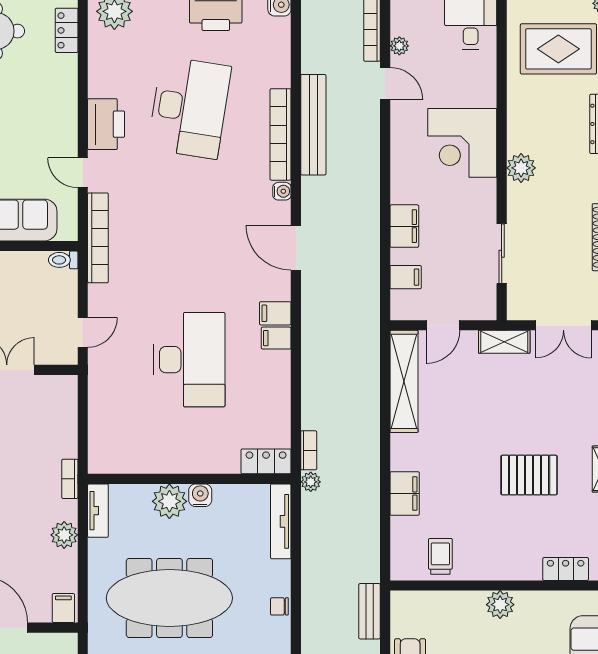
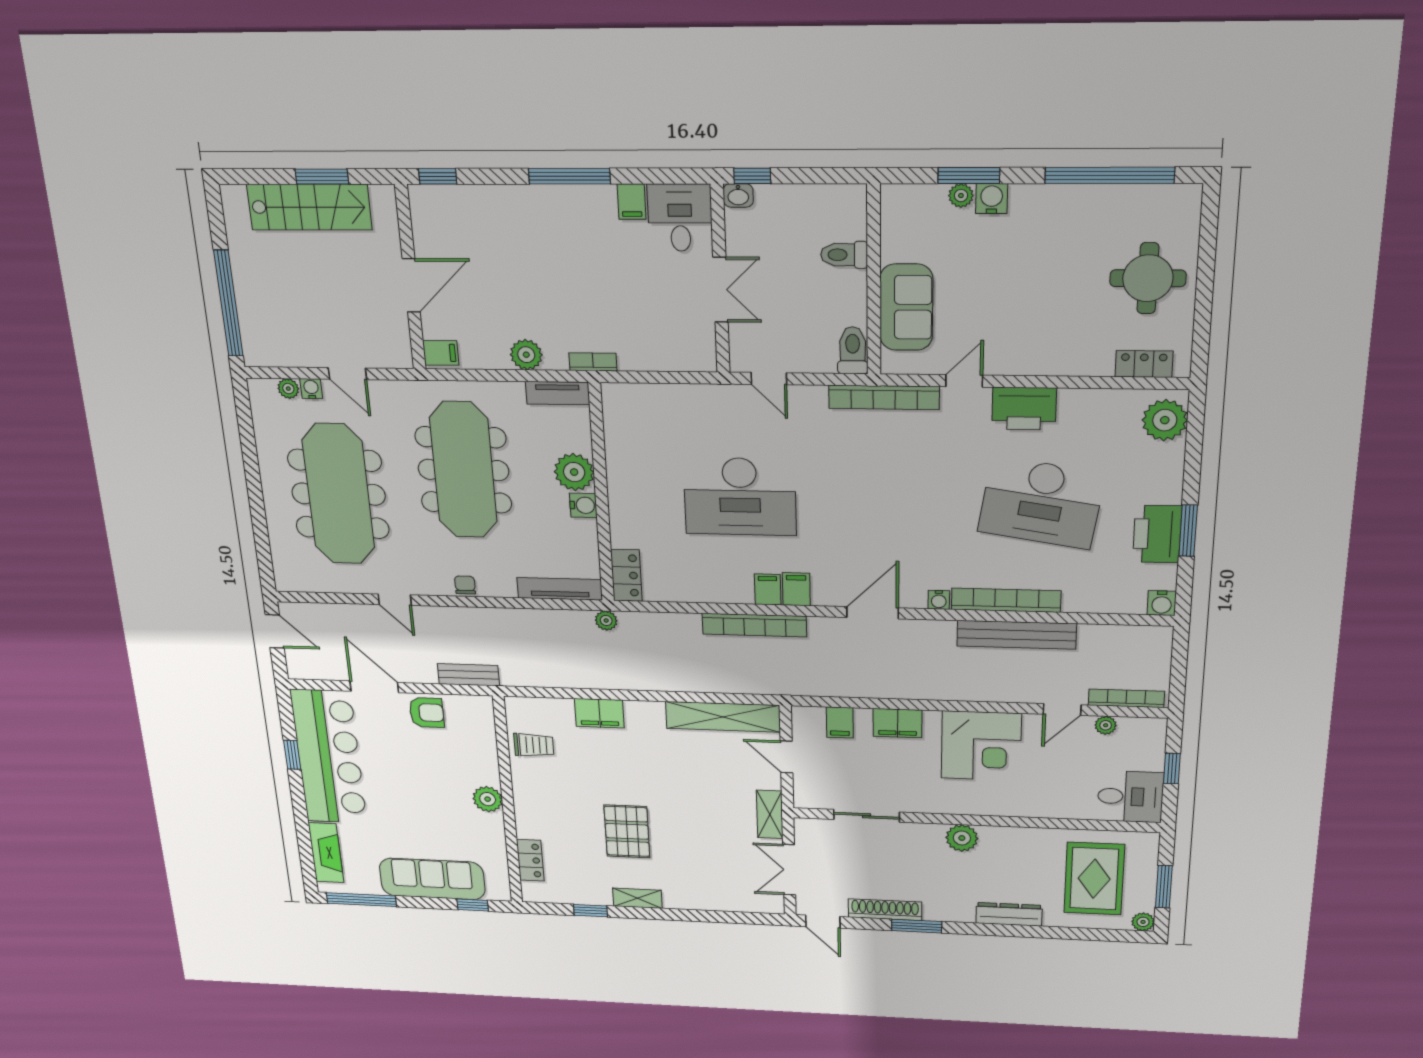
corner desk: (462, 143) -> (981, 746), moved, turned 180
toilet: (63, 260) -> (853, 350), width x1.37, depth x1.39
bookcase: (309, 450) -> (754, 625), moved, width x2.31, depth x1.31

